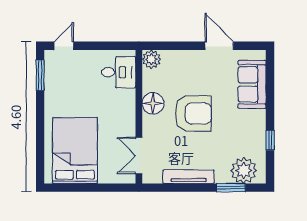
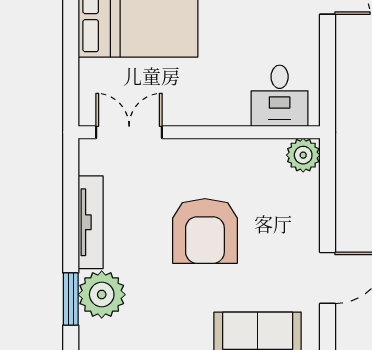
floor lamp: (153, 103) -> (223, 158), removed
plant: (244, 171) -> (102, 295), moved

